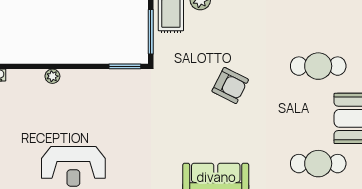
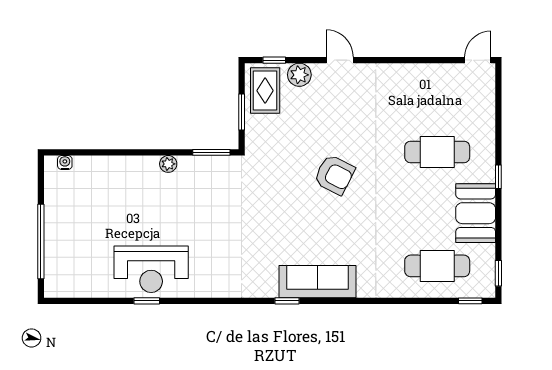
window: (151, 32) -> (242, 112), width x0.69
plant: (52, 76) -> (168, 164), moved

